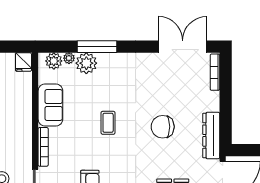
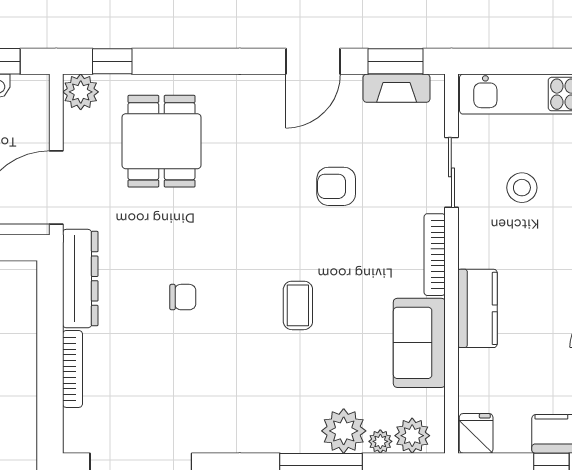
bookcase: (215, 72) -> (73, 369), moved
kitchen counter: (23, 121) -> (477, 308), added
chair: (163, 127) -> (183, 297), width x0.54, depth x0.54

